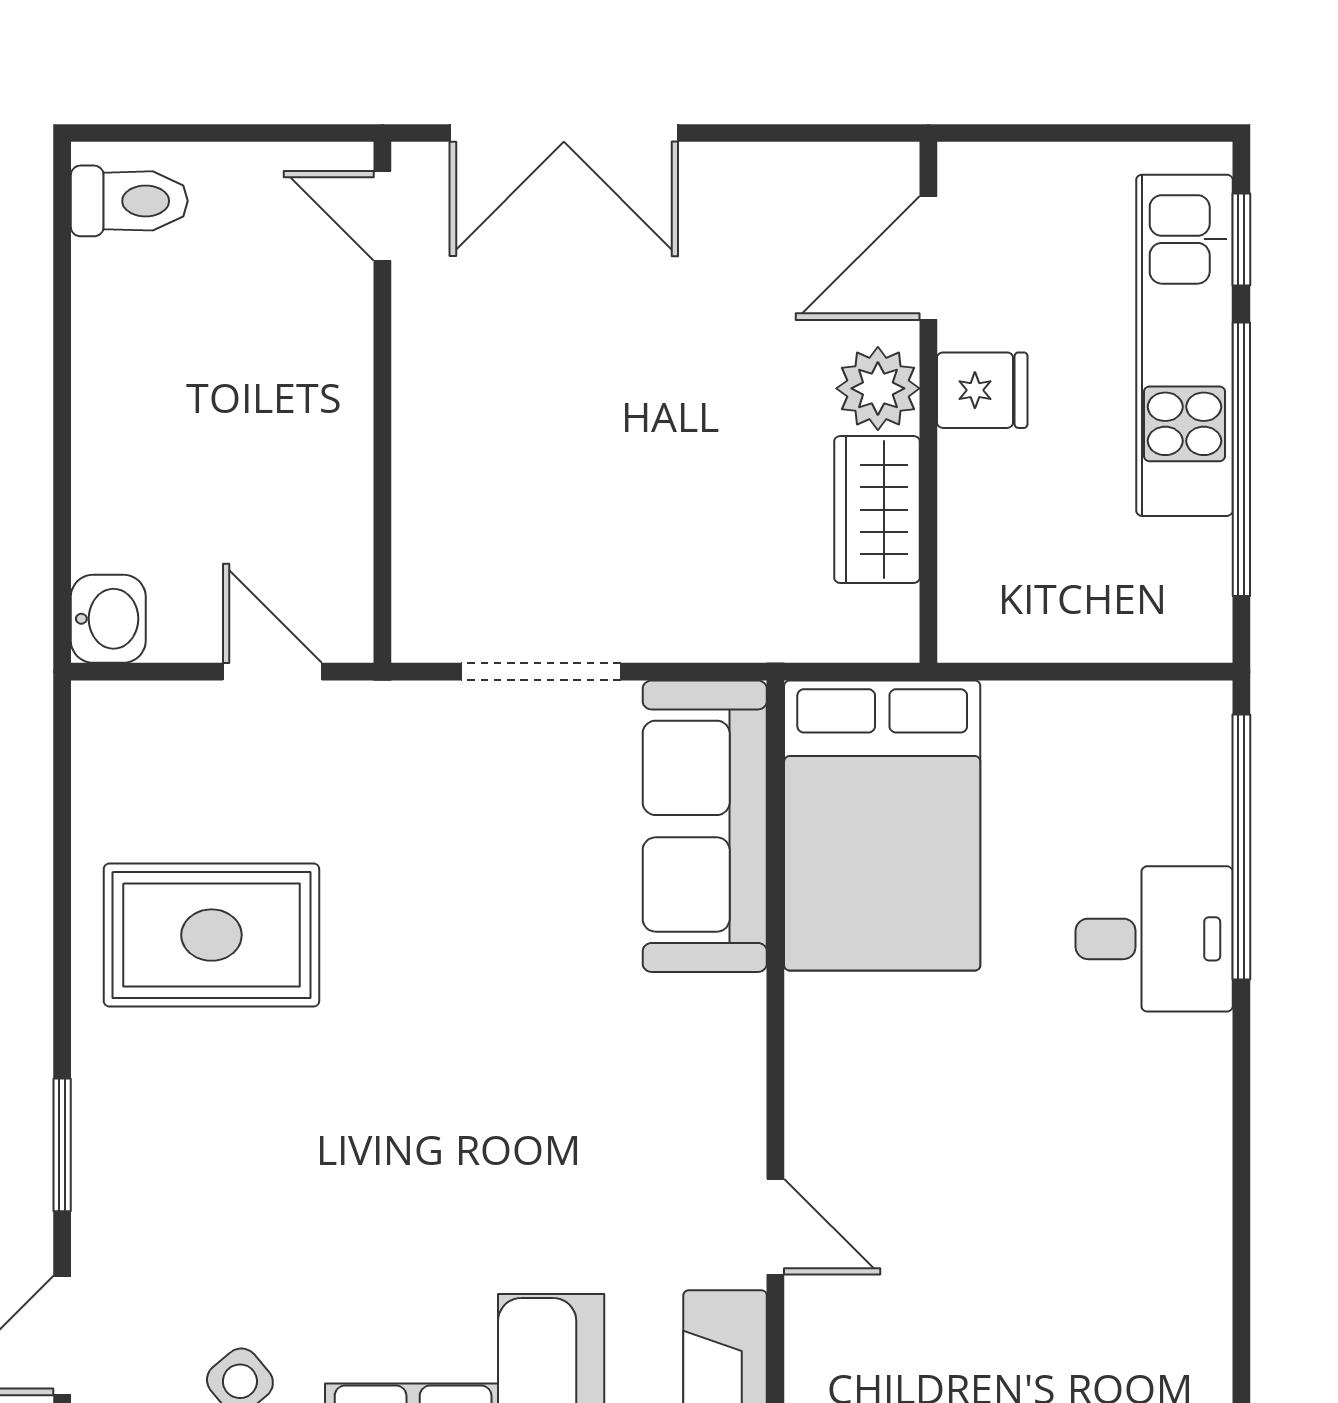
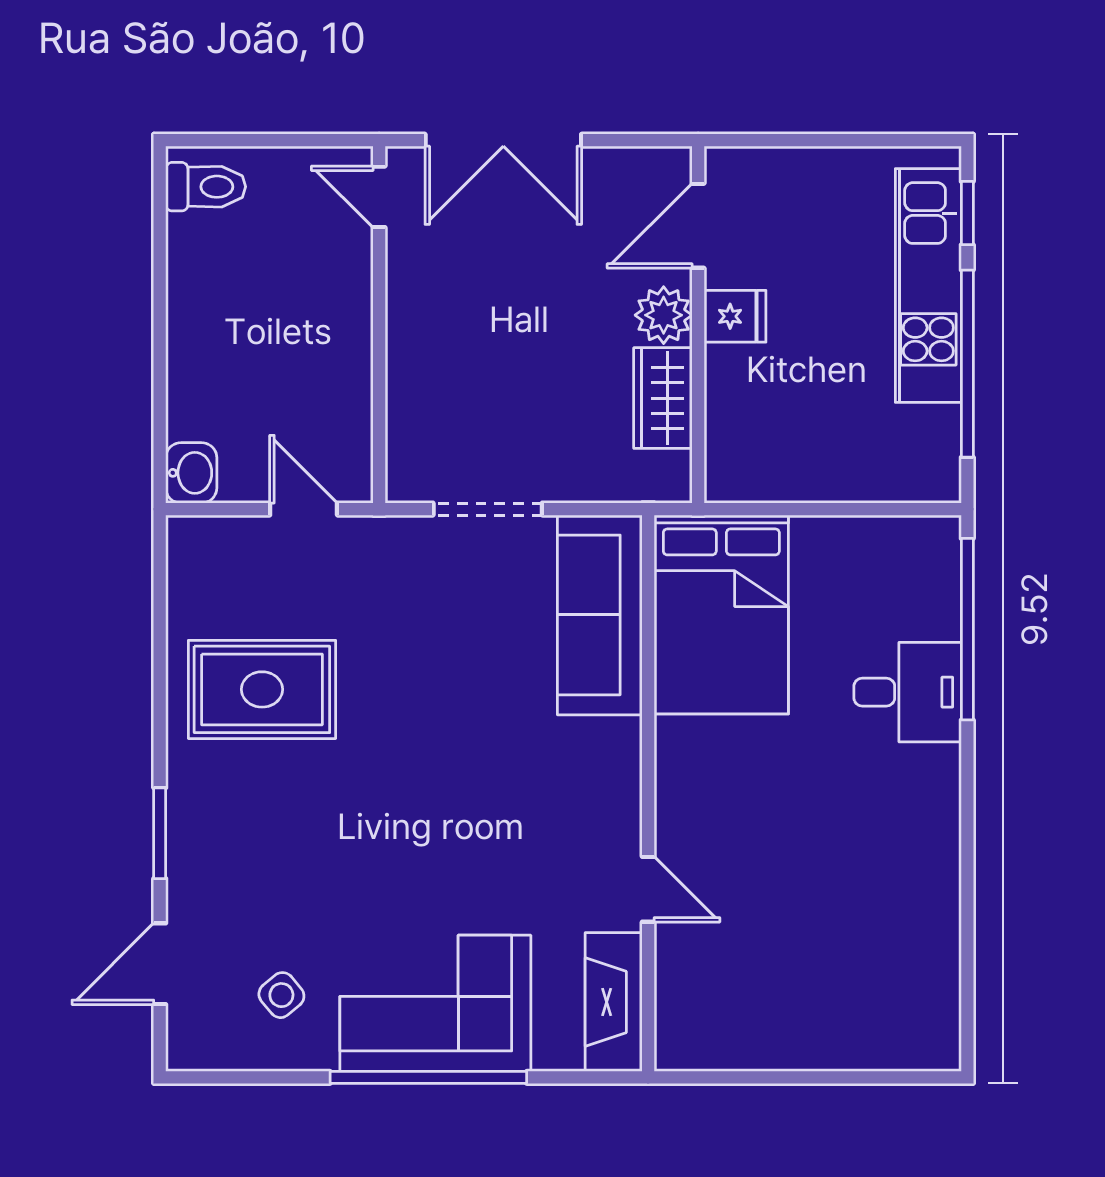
door: (928, 258) -> (698, 226), moved
plant: (878, 388) -> (664, 315), moved
fridge: (982, 390) -> (735, 316), moved
wall: (928, 402) -> (698, 325), moved
wardrobe: (877, 510) -> (663, 398), moved

